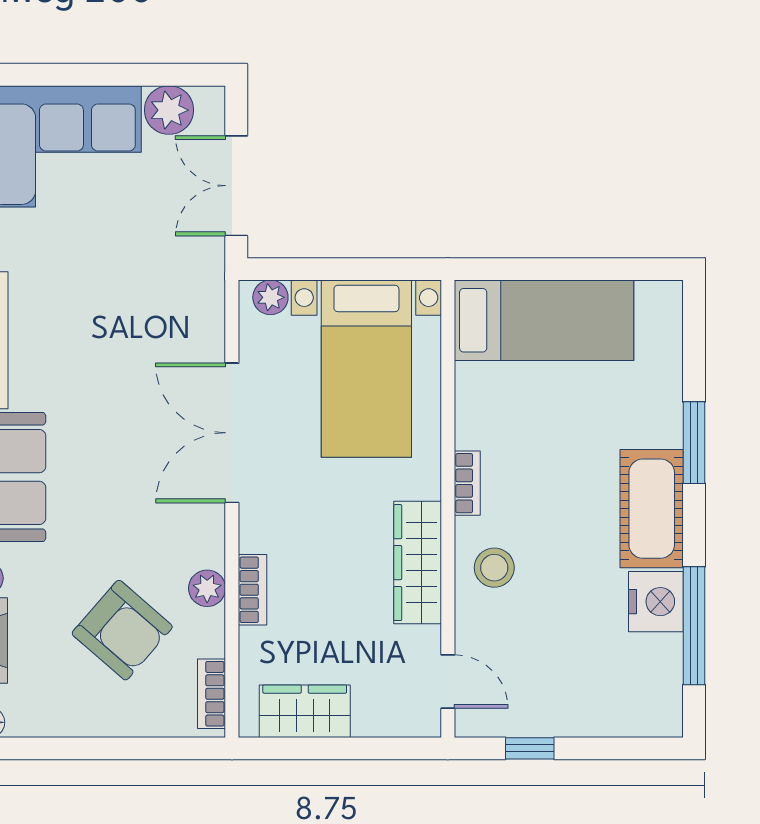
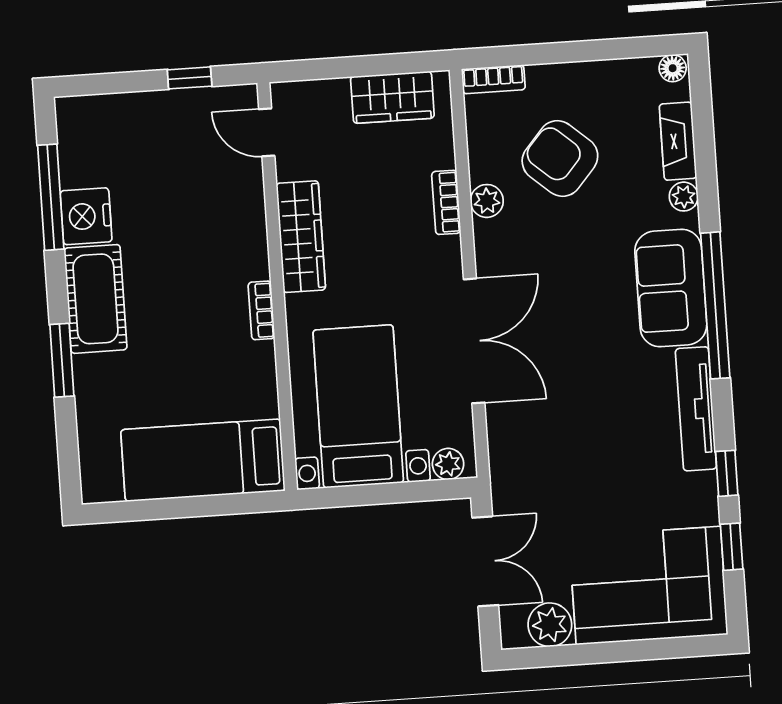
stool: (494, 568) -> (232, 237), removed
bookcase: (212, 694) -> (493, 79), moved, turned 90

